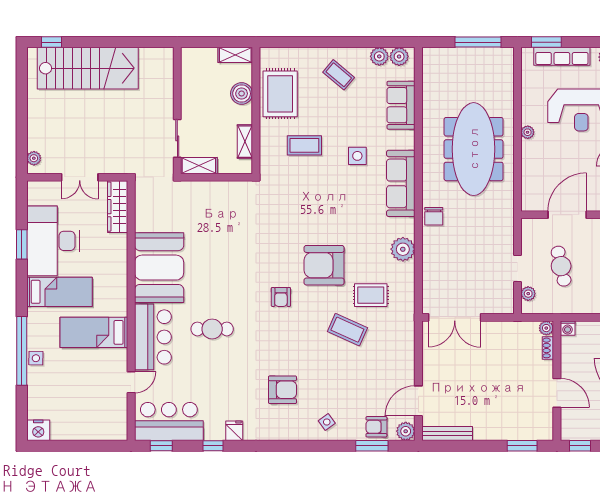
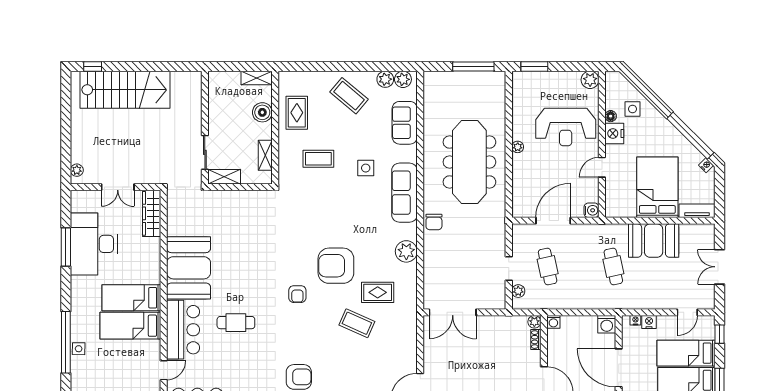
row of seats: (562, 56) -> (548, 79), removed
coffee table: (339, 75) -> (349, 96), width x1.36, depth x1.30
rug: (280, 94) -> (297, 113), width x0.73, depth x0.70
window: (22, 244) -> (66, 247), width x1.44
bed: (59, 292) -> (131, 298), moved, turned 180

